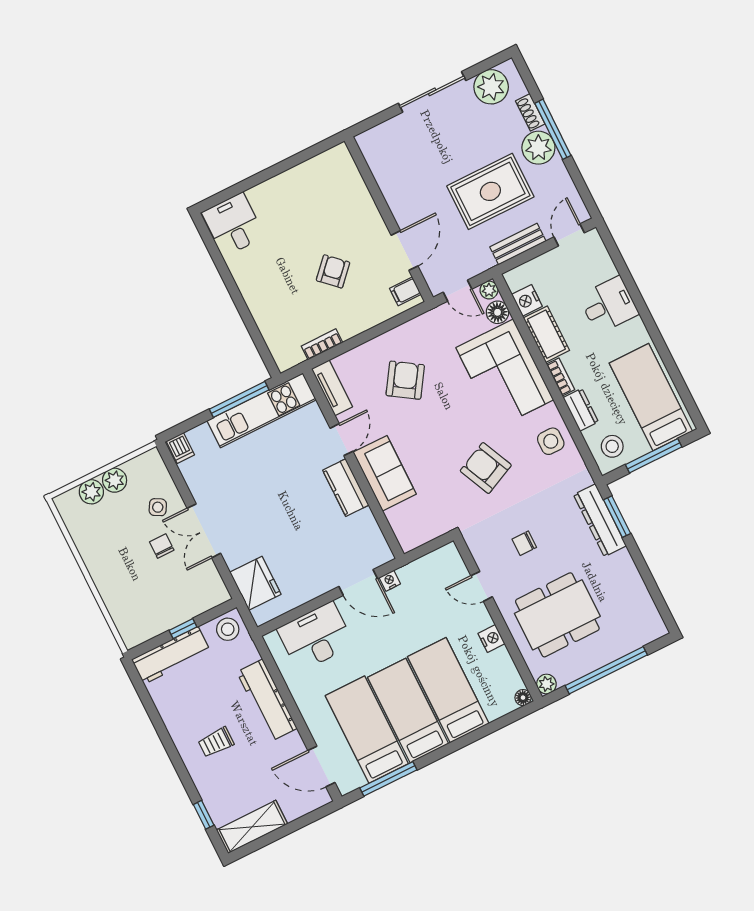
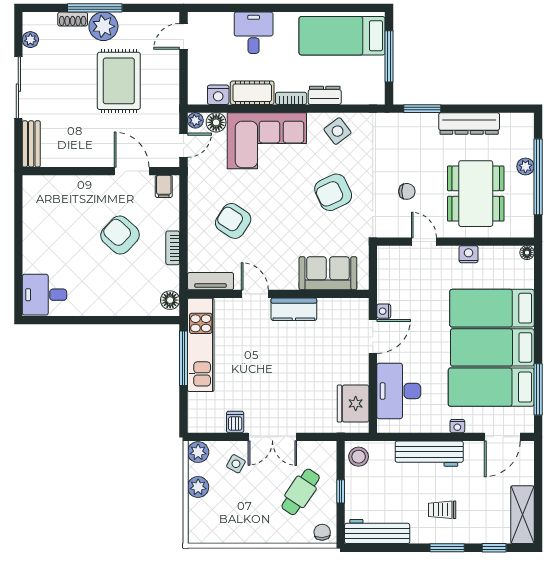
plant: (491, 87) -> (30, 40), width x0.53, depth x0.53
door: (569, 235) -> (184, 36), hinge flipped
bench: (518, 244) -> (31, 144), moved
armchair: (333, 271) -> (120, 235), width x1.38, depth x1.38
bookcase: (322, 344) -> (173, 248), moved
floor lamp: (292, 356) -> (170, 300), added
side table: (551, 441) -> (338, 131), turned -37
stool: (612, 446) -> (365, 85), removed
dishwasher: (180, 448) -> (235, 422), moved, turned -90
sofa: (385, 473) -> (328, 273), moved
plant: (91, 492) -> (198, 452), moved
dresser: (600, 520) -> (469, 123), moved
chair: (524, 543) -> (407, 191), turned -90
chair: (162, 546) -> (322, 532), moved, turned 87
fridge: (255, 583) -> (353, 404), moved, turned -90
door: (482, 586) -> (424, 242), swing flipped
cafe table: (162, 588) -> (301, 492), added
workbench: (171, 655) -> (377, 531), moved, turned -90
plant: (546, 684) -> (525, 166), moved
nightstand: (310, 715) -> (457, 426), added
trolley: (216, 742) -> (442, 510), turned 90
window: (180, 767) -> (447, 548), added

